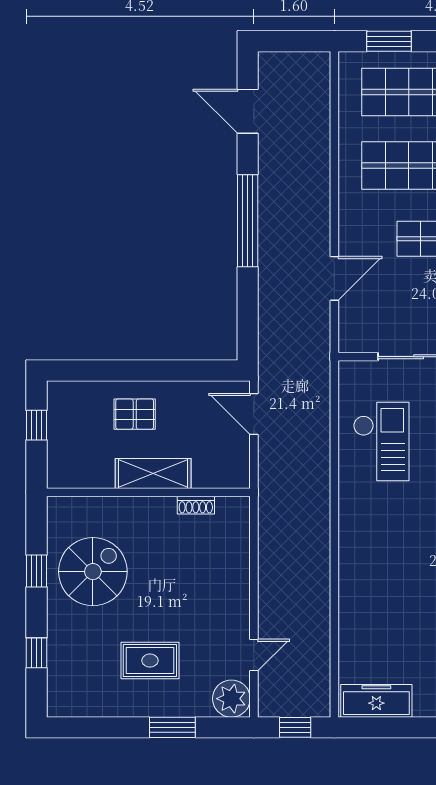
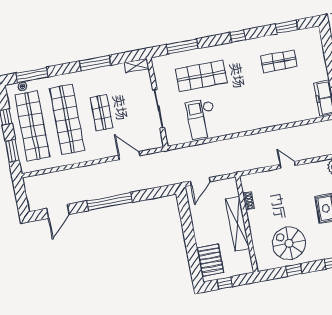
pallet: (135, 414) -> (211, 260), moved, width x1.50, depth x1.42
checkout: (381, 441) -> (202, 119), turned -90
shelving: (153, 474) -> (237, 224), width x1.47
door: (254, 655) -> (287, 165), moved

